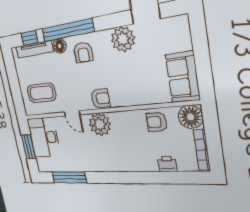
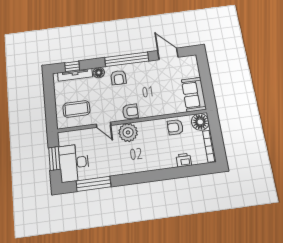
window: (68, 30) -> (127, 59), moved
plant: (123, 39) -> (151, 69), removed
desk: (44, 137) -> (74, 163), moved

